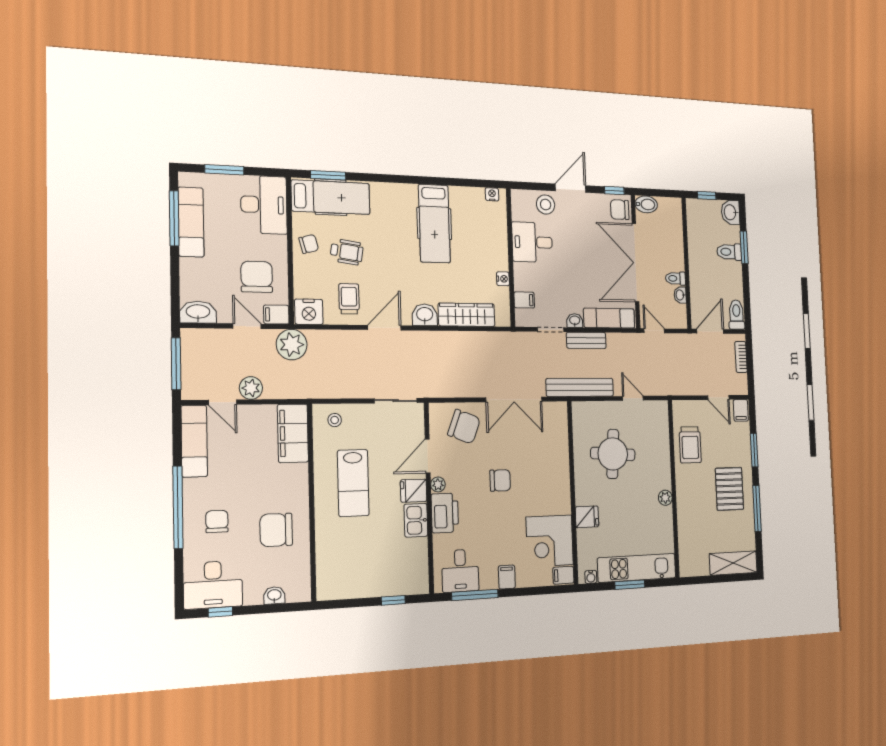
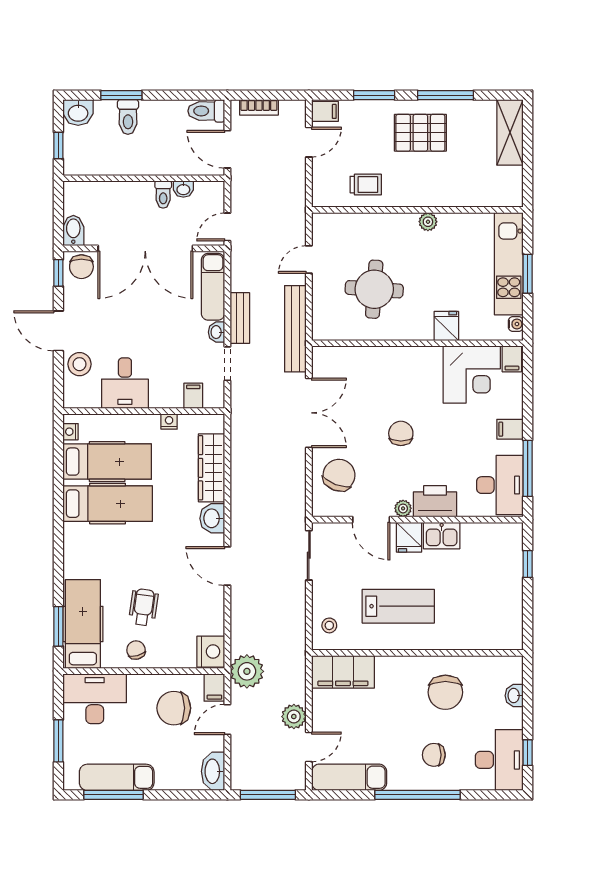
hospital bed: (469, 225) -> (107, 462), added
trolley: (349, 299) -> (196, 606), removed
trolley: (690, 445) -> (366, 185), width x0.73, depth x0.72
desk: (460, 571) -> (500, 485), width x1.37

